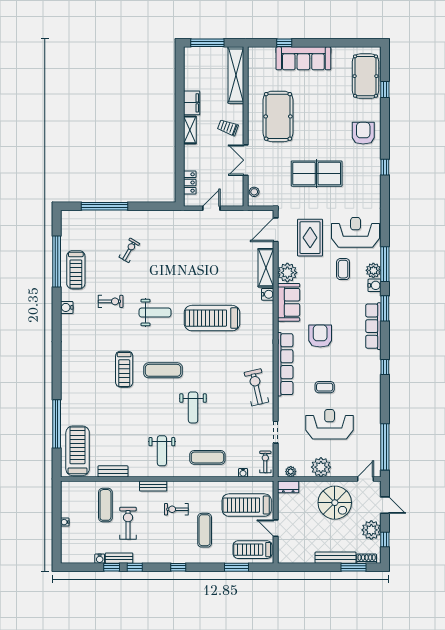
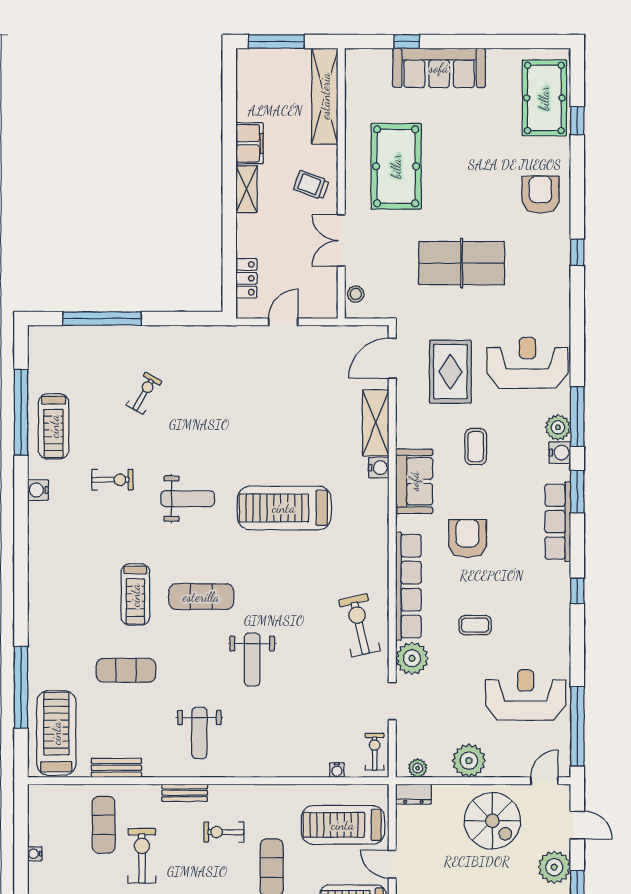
coffee table: (343, 269) -> (476, 447), moved
plant: (287, 273) -> (412, 658), moved
reception desk: (330, 424) -> (526, 695), moved
exercise mat: (207, 457) -> (126, 670), moved

